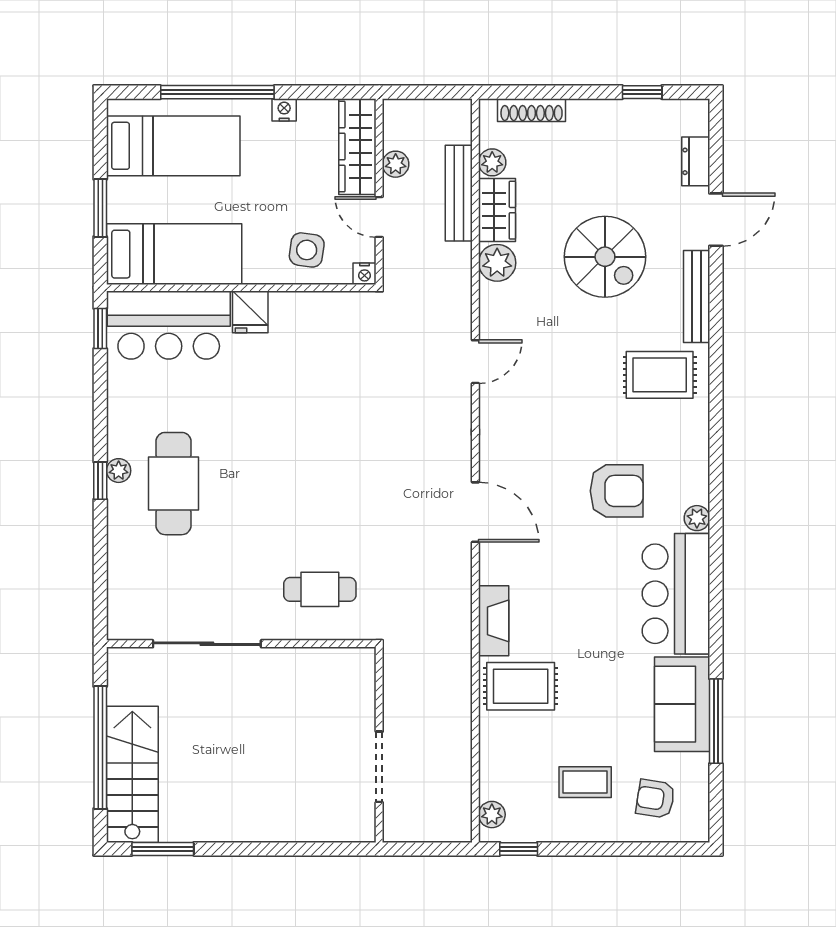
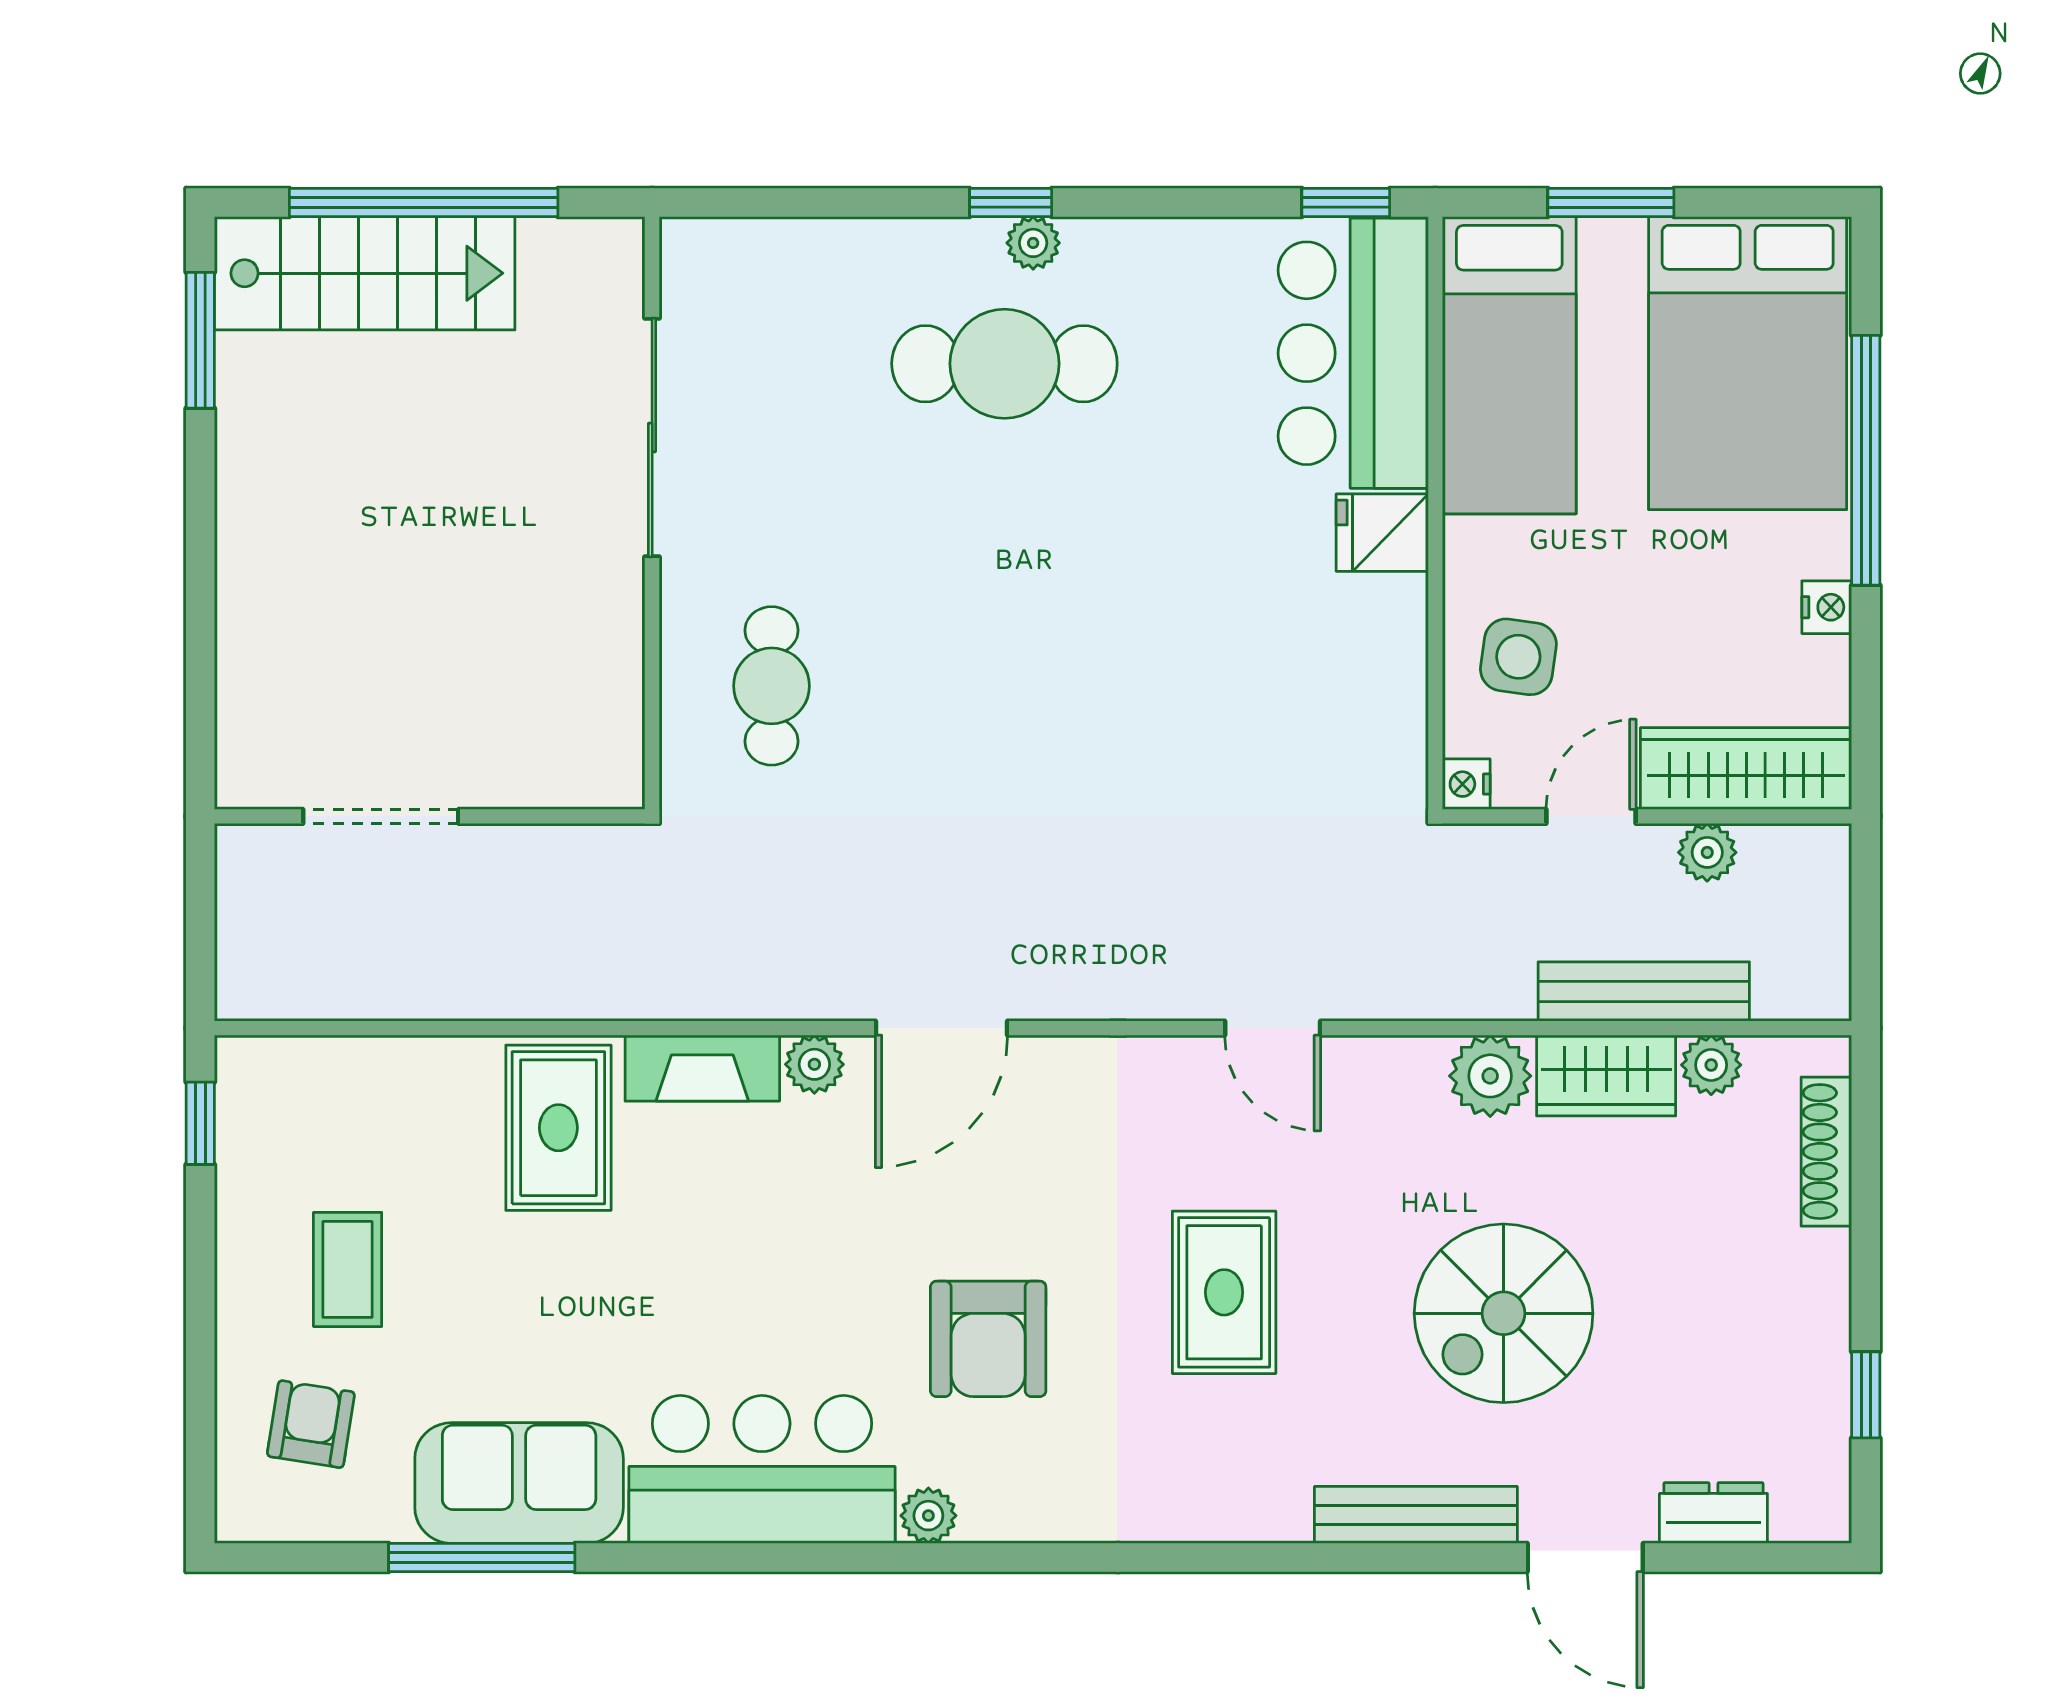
bed: (173, 146) -> (1748, 363), width x1.50
rug: (660, 375) -> (1224, 1292), moved
plant: (492, 815) -> (814, 1064), moved

